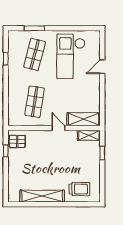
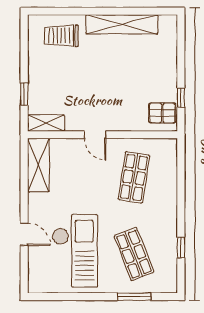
shop shelf: (35, 54) -> (134, 254), turned -36
door: (102, 67) -> (24, 234), hinge flipped
shelving: (84, 119) -> (38, 165), moved, turned 90

